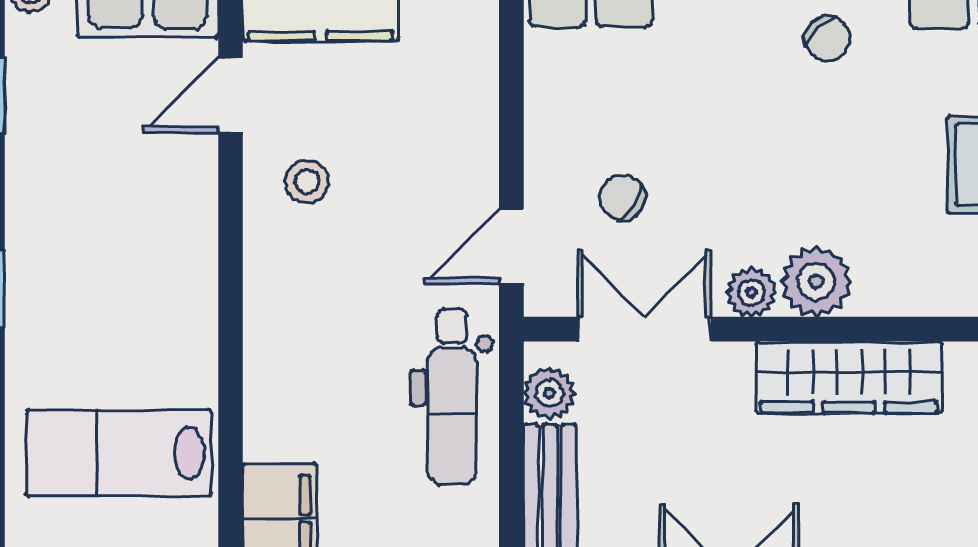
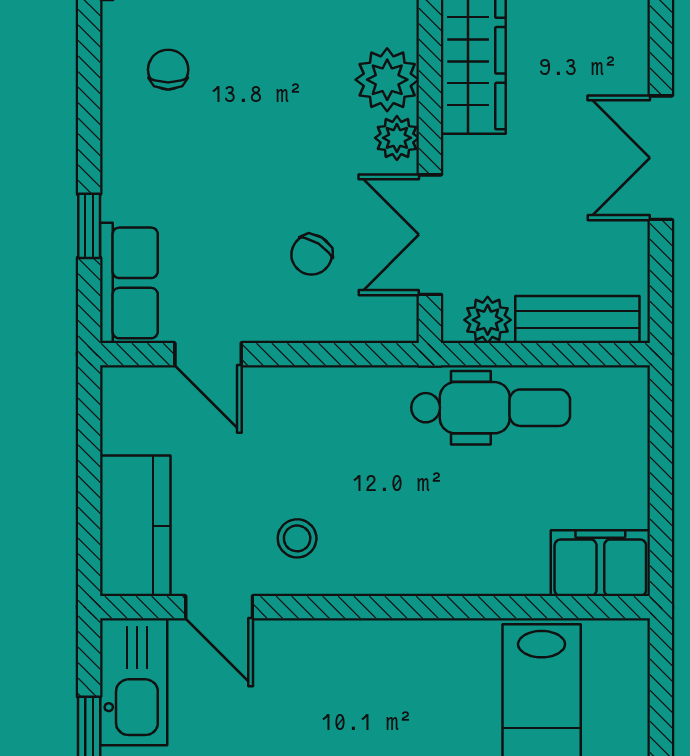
chair: (827, 38) -> (168, 70), turned -46
door: (511, 246) -> (208, 354), moved

